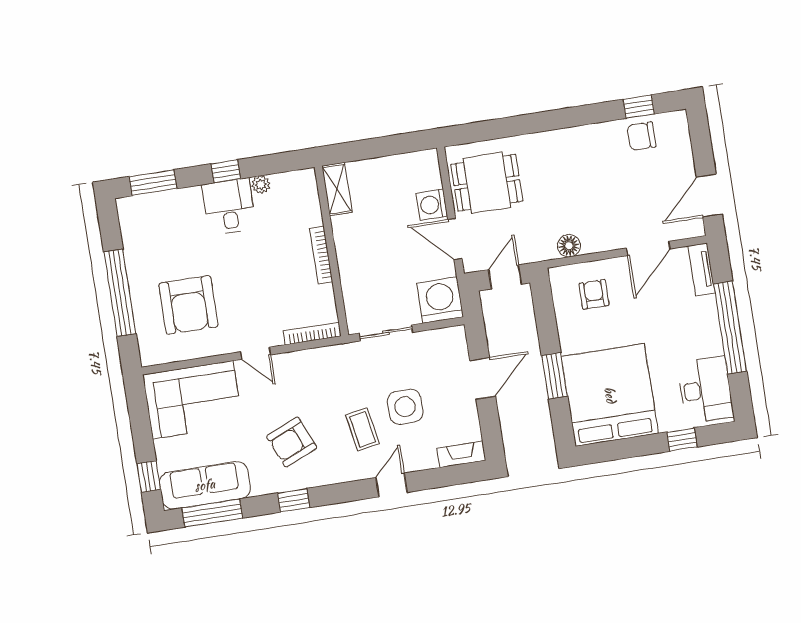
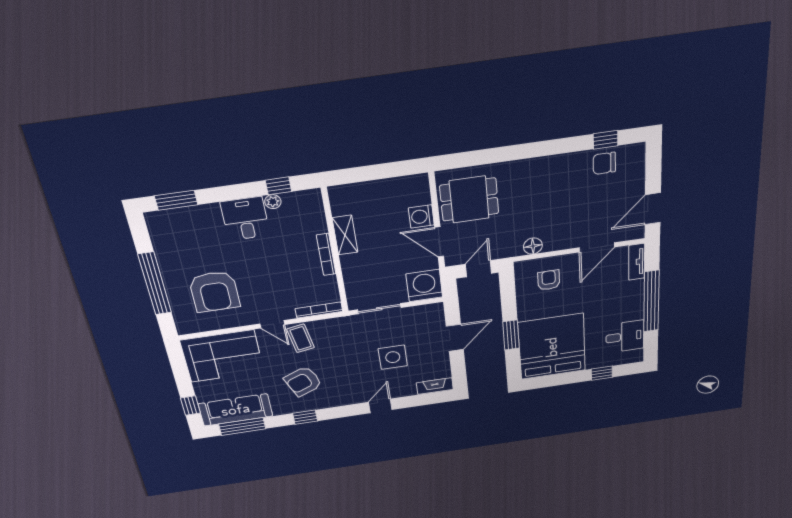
window: (226, 171) -> (278, 186), moved
shelving: (337, 189) -> (345, 235), moved
desk: (705, 390) -> (625, 337), width x0.73
coffee table: (363, 429) -> (301, 338), moved

